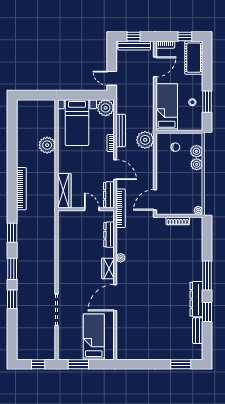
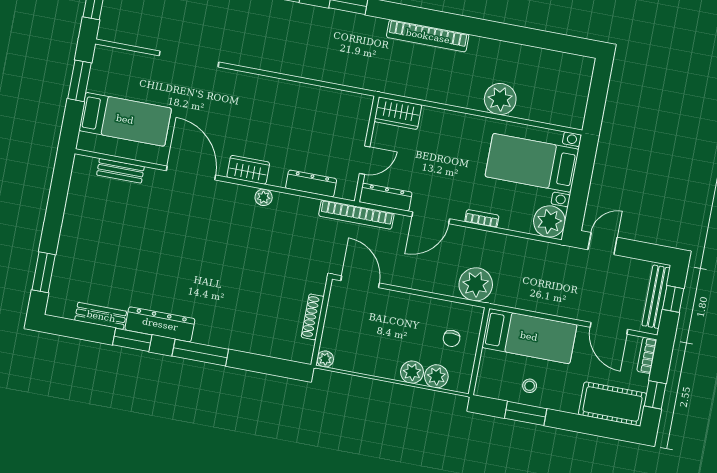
bench: (121, 131) -> (120, 171), moved, width x0.73
wardrobe: (64, 191) -> (398, 113), width x0.67

